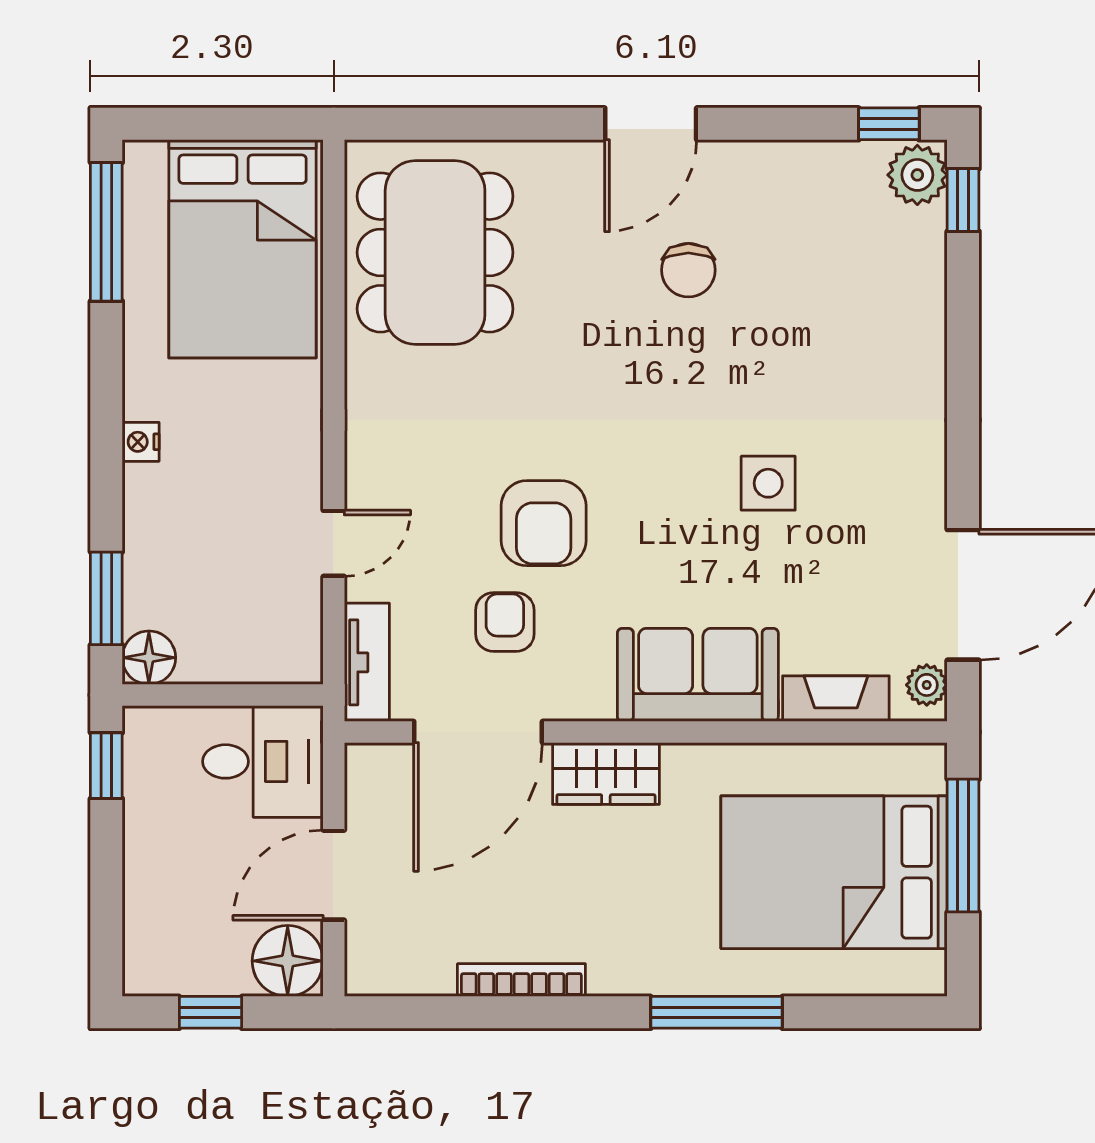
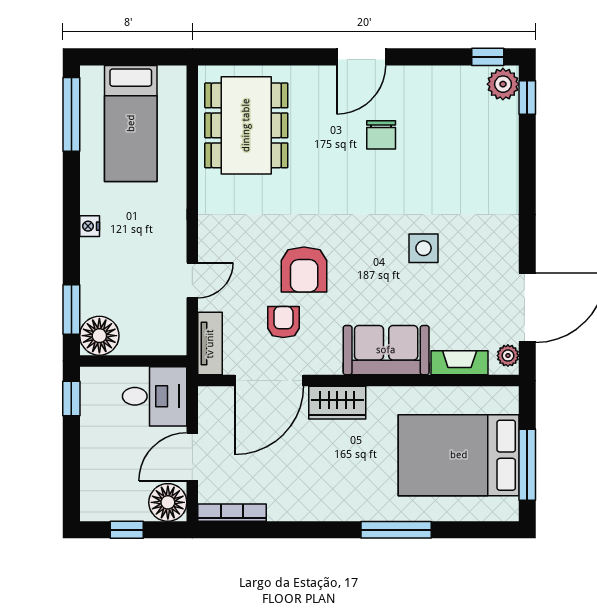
bed: (243, 249) -> (131, 123), width x0.67
floor lamp: (149, 658) -> (99, 336), width x1.38, depth x1.38
window: (963, 846) -> (527, 465), moved
bookcase: (521, 980) -> (232, 513), moved

